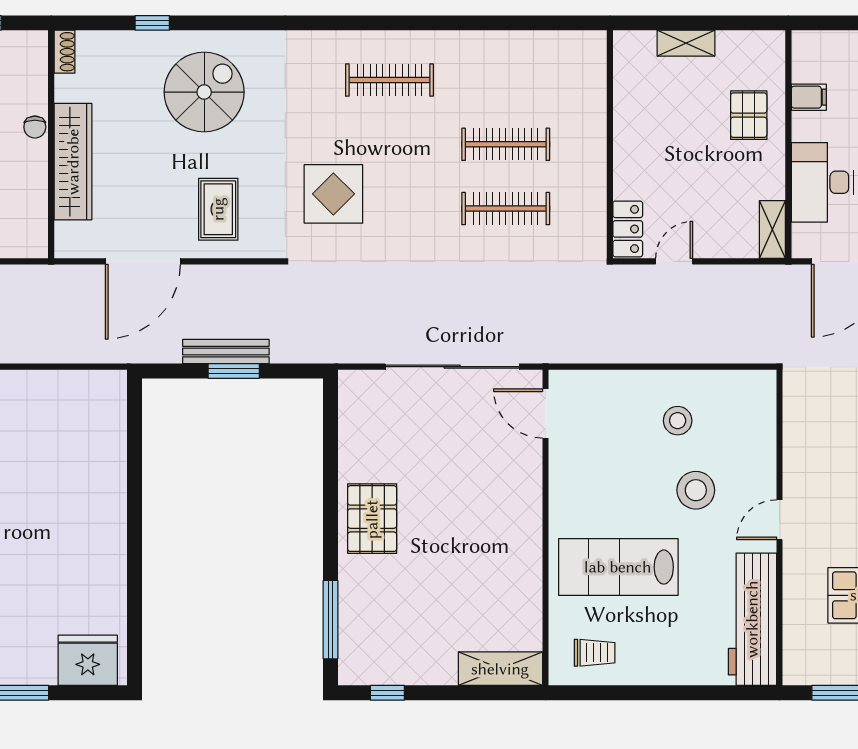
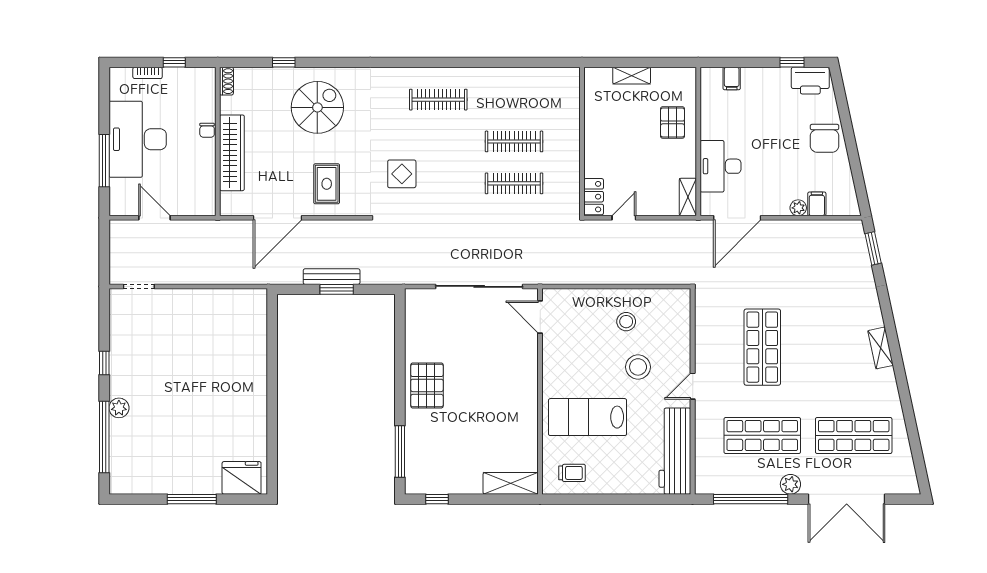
filing cabinet: (809, 97) -> (732, 79), moved, turned 90
display table: (333, 194) -> (402, 174), width x0.73, depth x0.73

